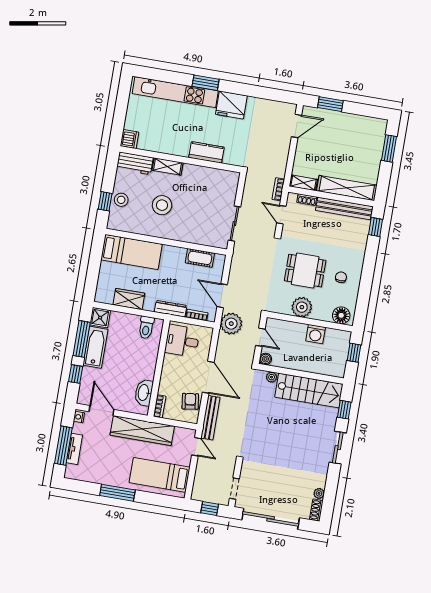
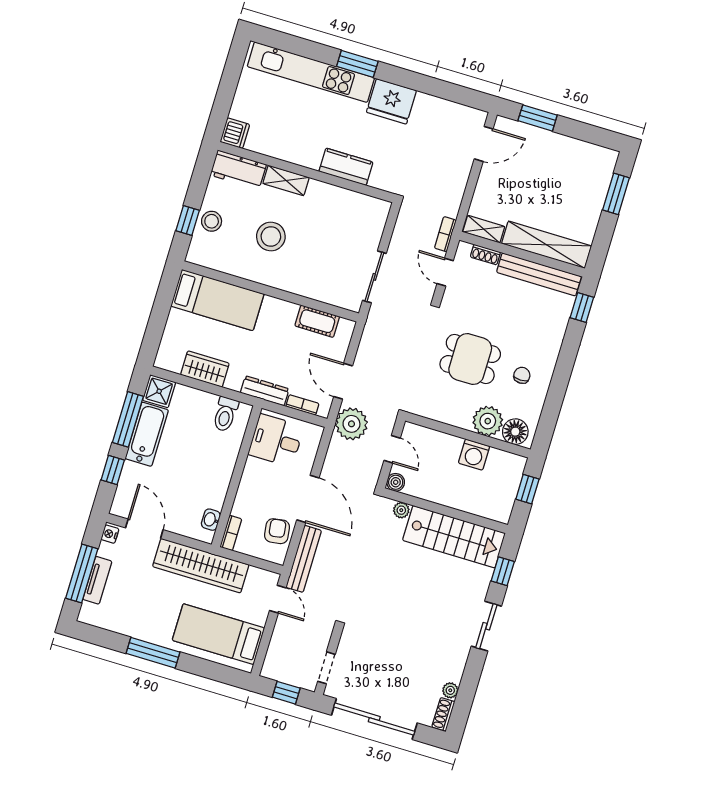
plant: (302, 307) -> (488, 421), moved
washbasin: (144, 393) -> (211, 520), width x0.52, depth x0.69

